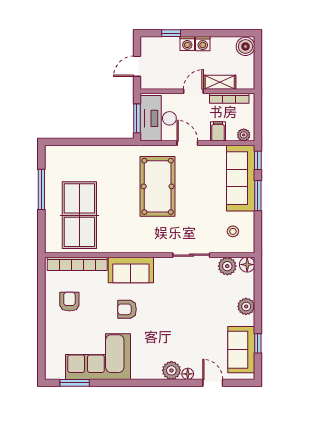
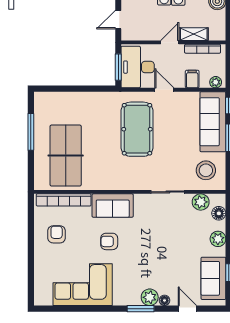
stool: (233, 231) -> (206, 170), width x1.89, depth x1.89
floor lamp: (247, 265) -> (219, 213), moved
window: (75, 383) -> (141, 309), moved

